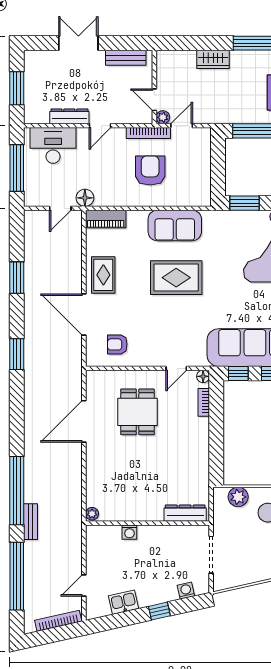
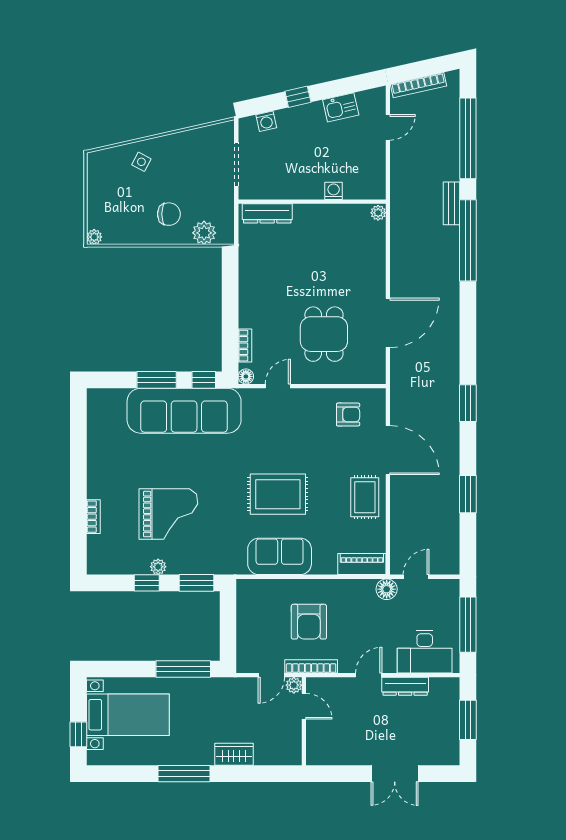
bench: (126, 58) -> (338, 756), removed

